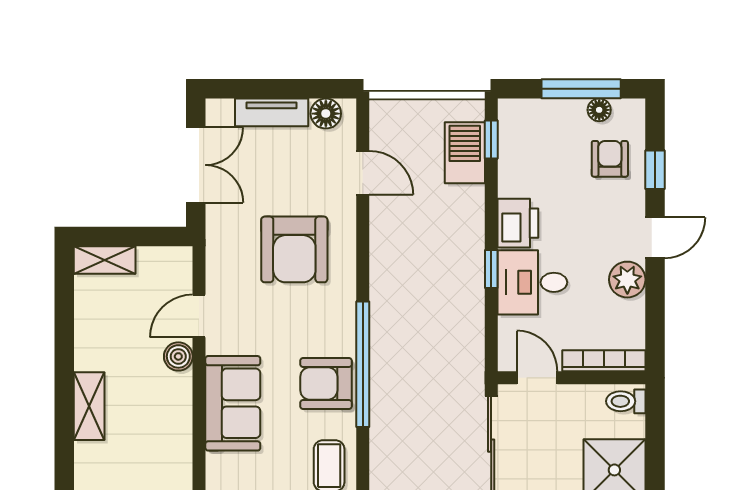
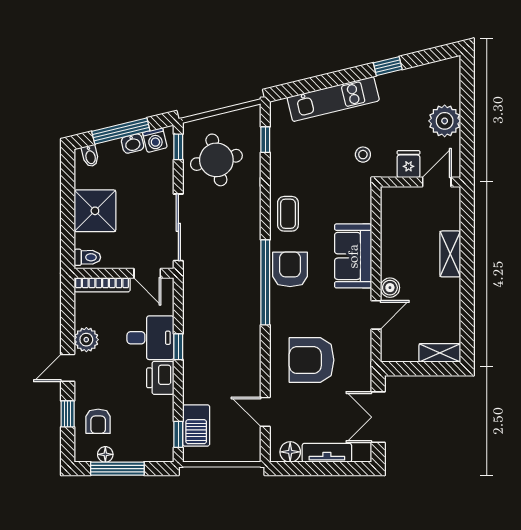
armchair: (294, 249) -> (311, 360), turned -90
armchair: (326, 383) -> (290, 269), turned -90

